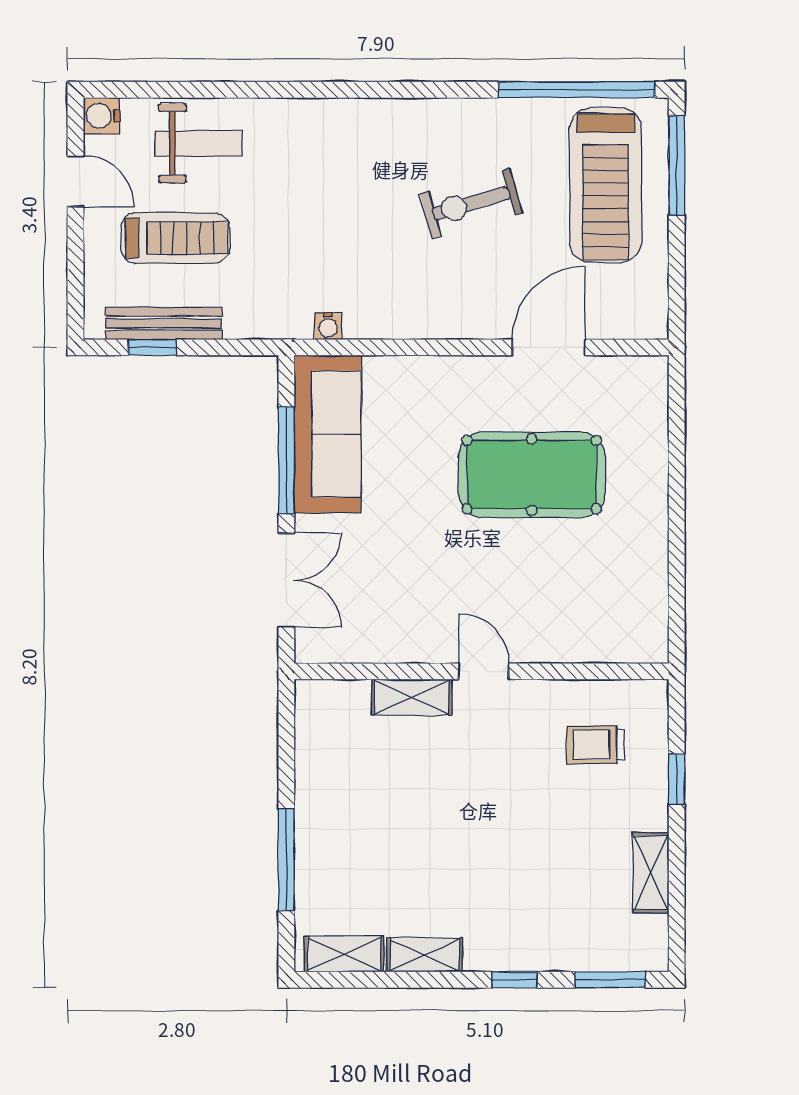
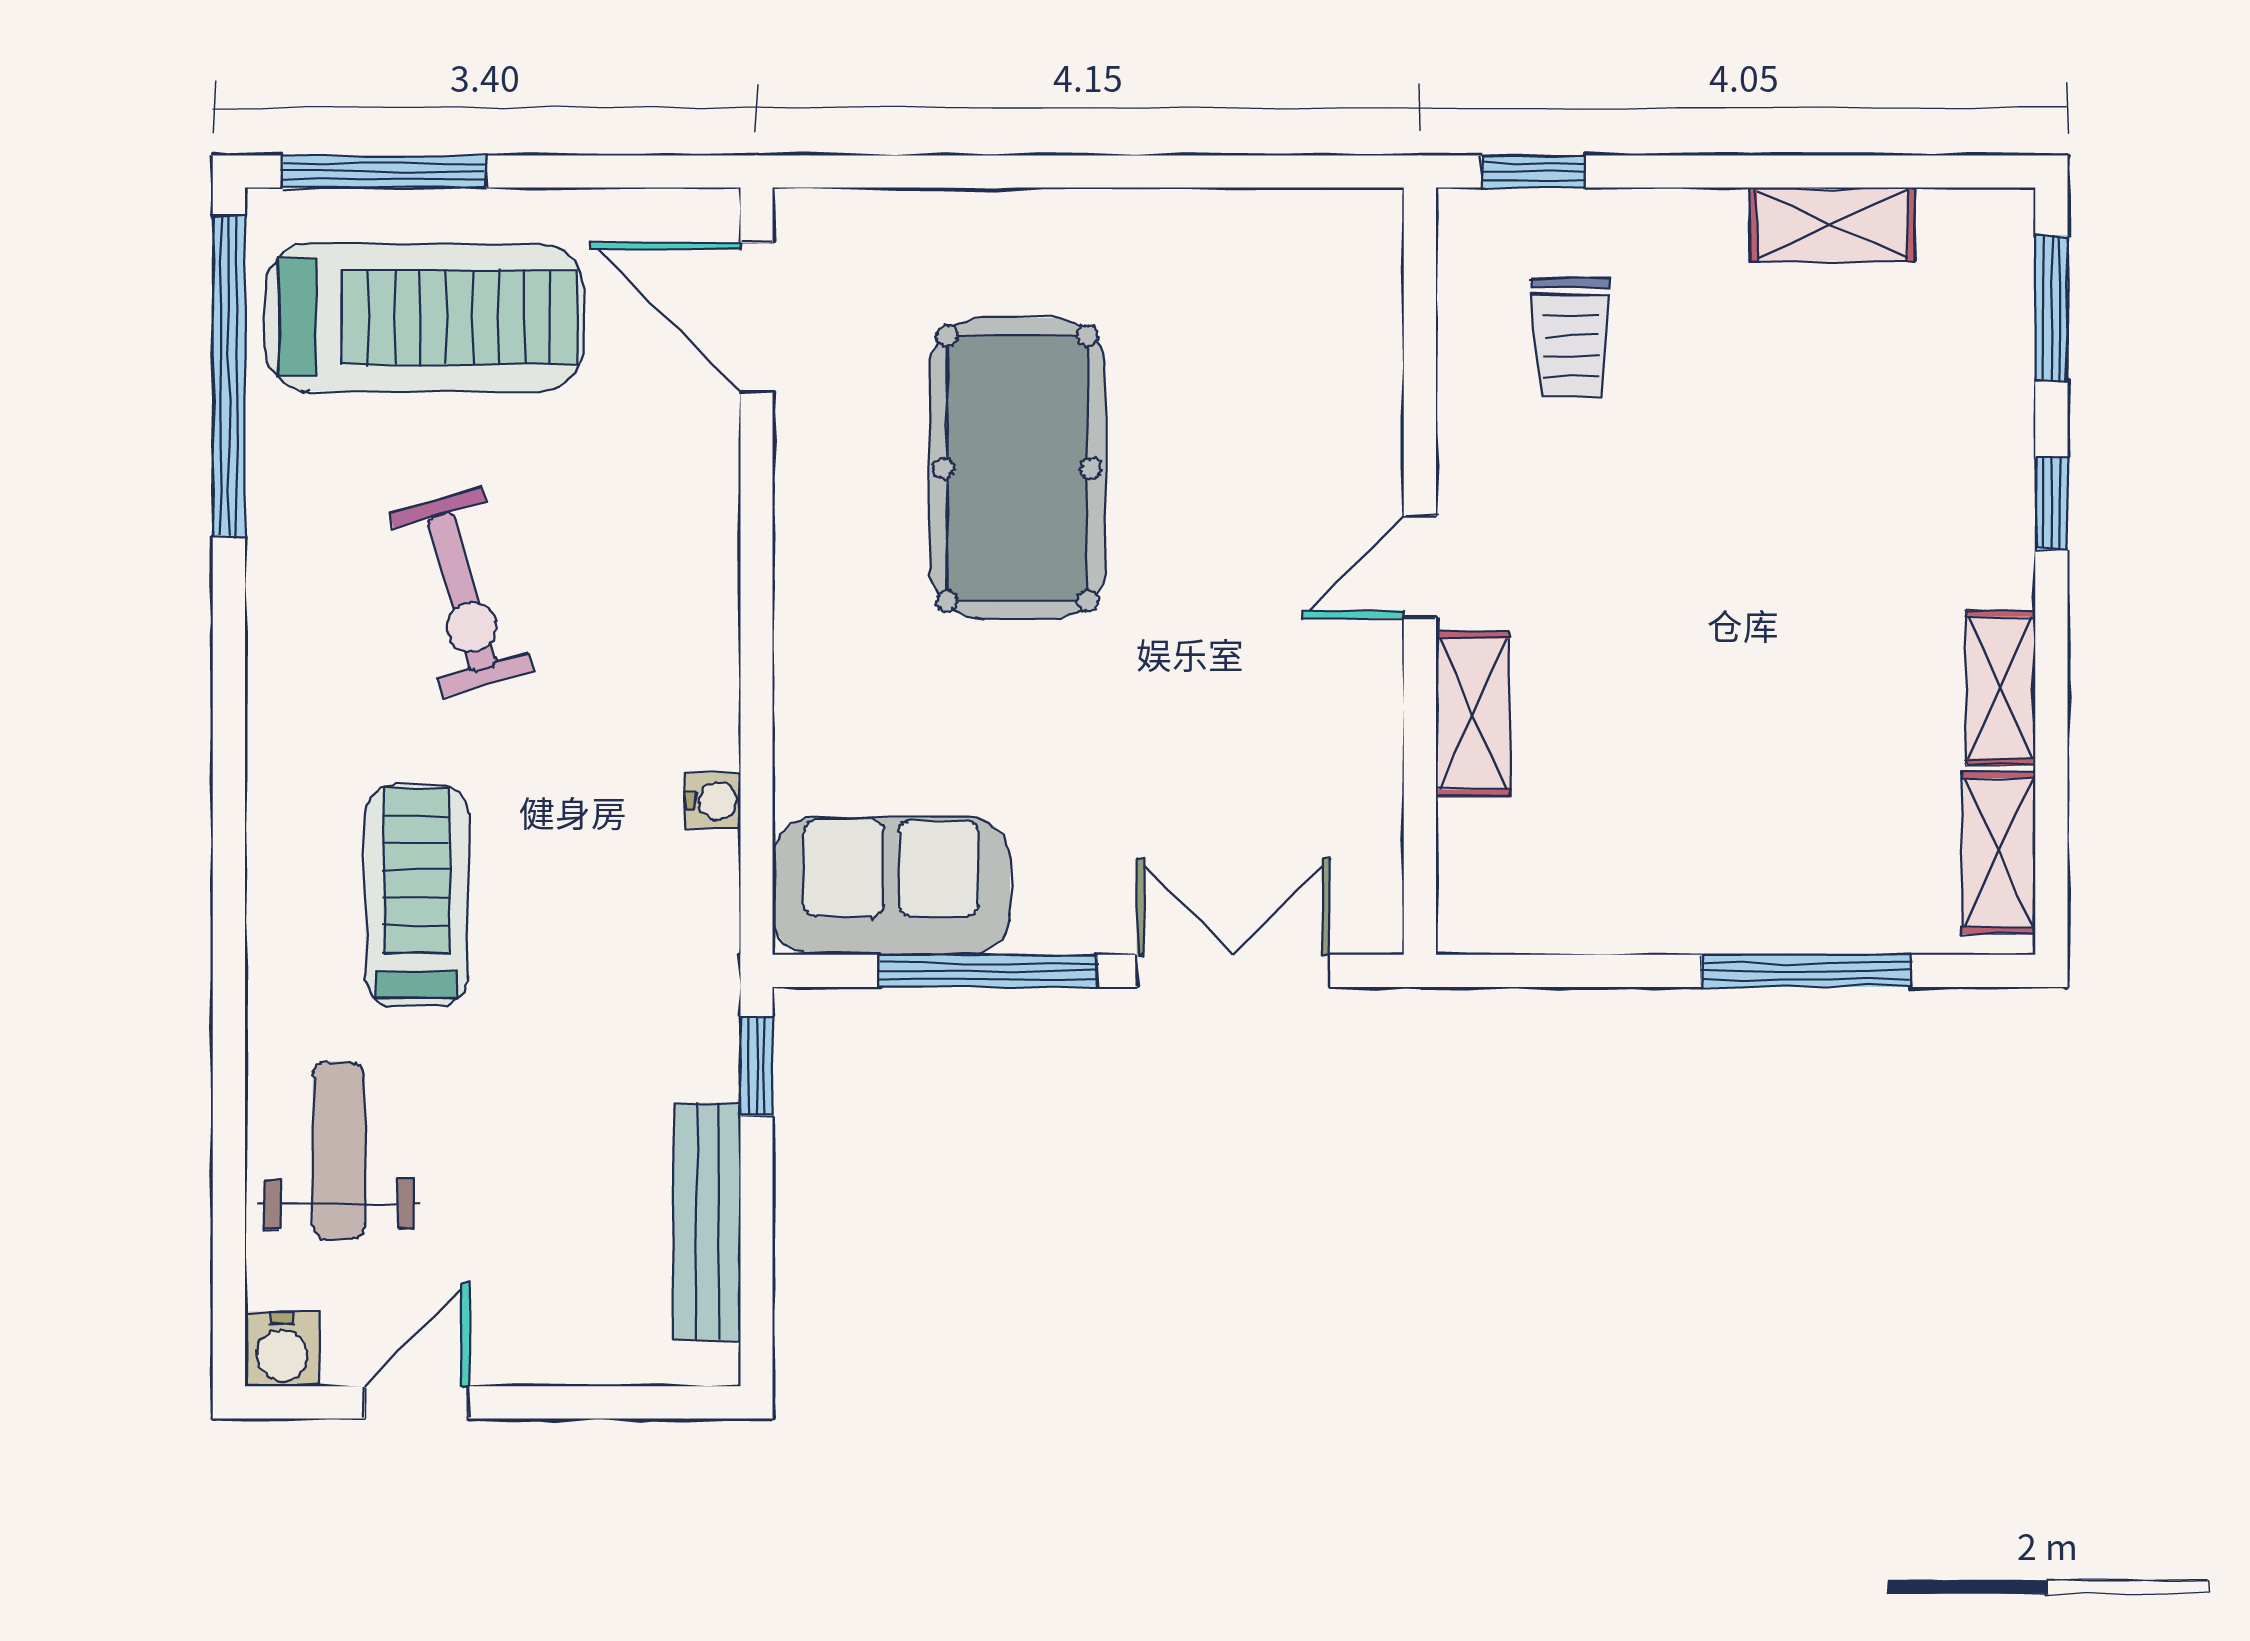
treadmill: (175, 238) -> (417, 895), moved
water cooler: (328, 326) -> (713, 801), moved
window: (152, 347) -> (756, 1066), moved
door: (549, 347) -> (756, 317), moved
sofa: (328, 434) -> (891, 886), width x0.73
window: (677, 779) -> (1534, 172), moved

